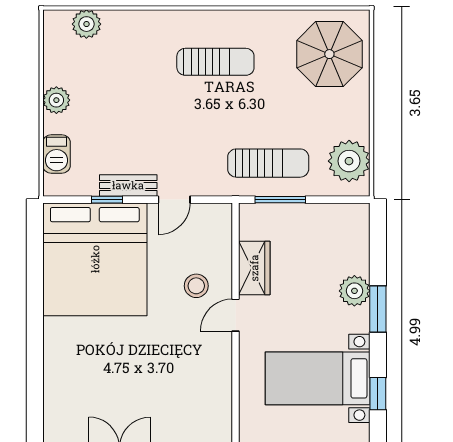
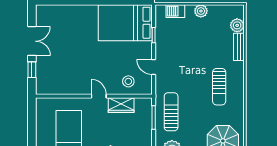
sun lounger: (268, 163) -> (171, 112), turned 180
bench: (128, 185) -> (239, 47), moved
bed: (95, 259) -> (125, 23), width x0.73
stool: (196, 286) -> (128, 81), moved

